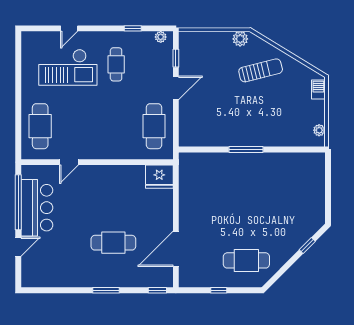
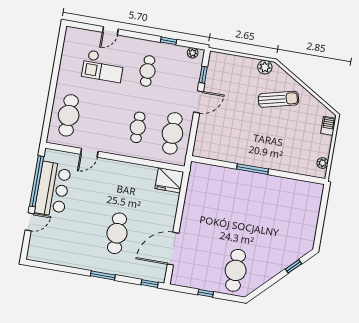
checkout: (68, 67) -> (103, 66), width x0.73, depth x0.83
cafe table: (116, 126) -> (138, 127), added
cafe table: (113, 243) -> (117, 233), turned 90
cafe table: (246, 260) -> (236, 270), turned 90

